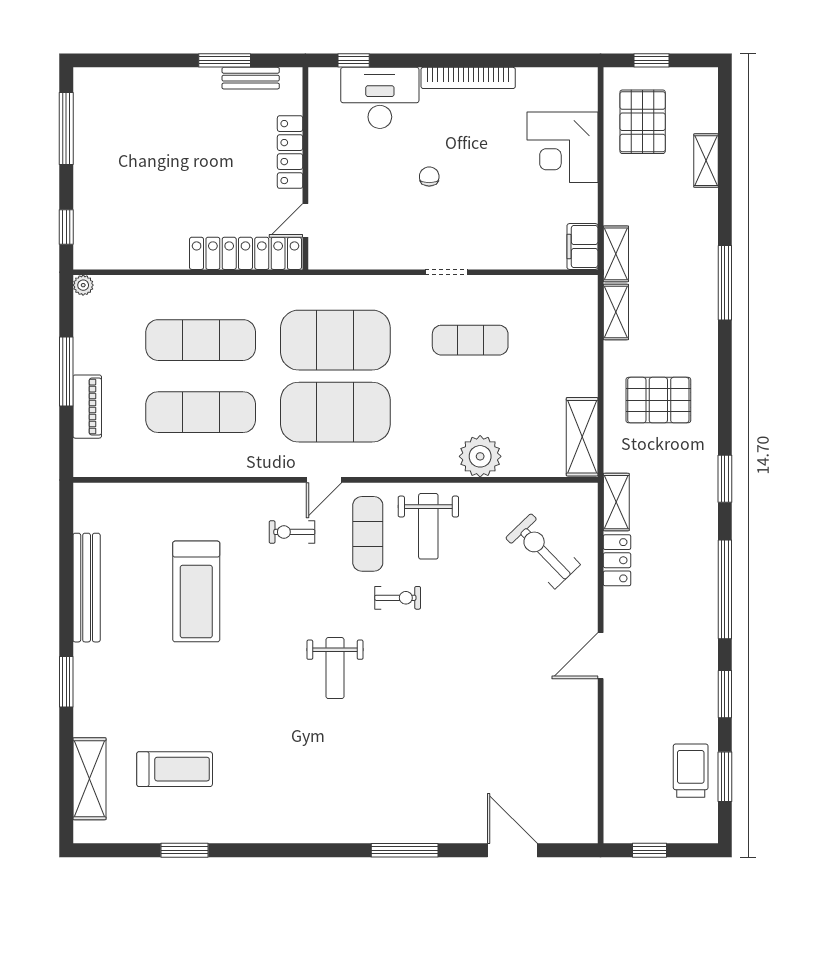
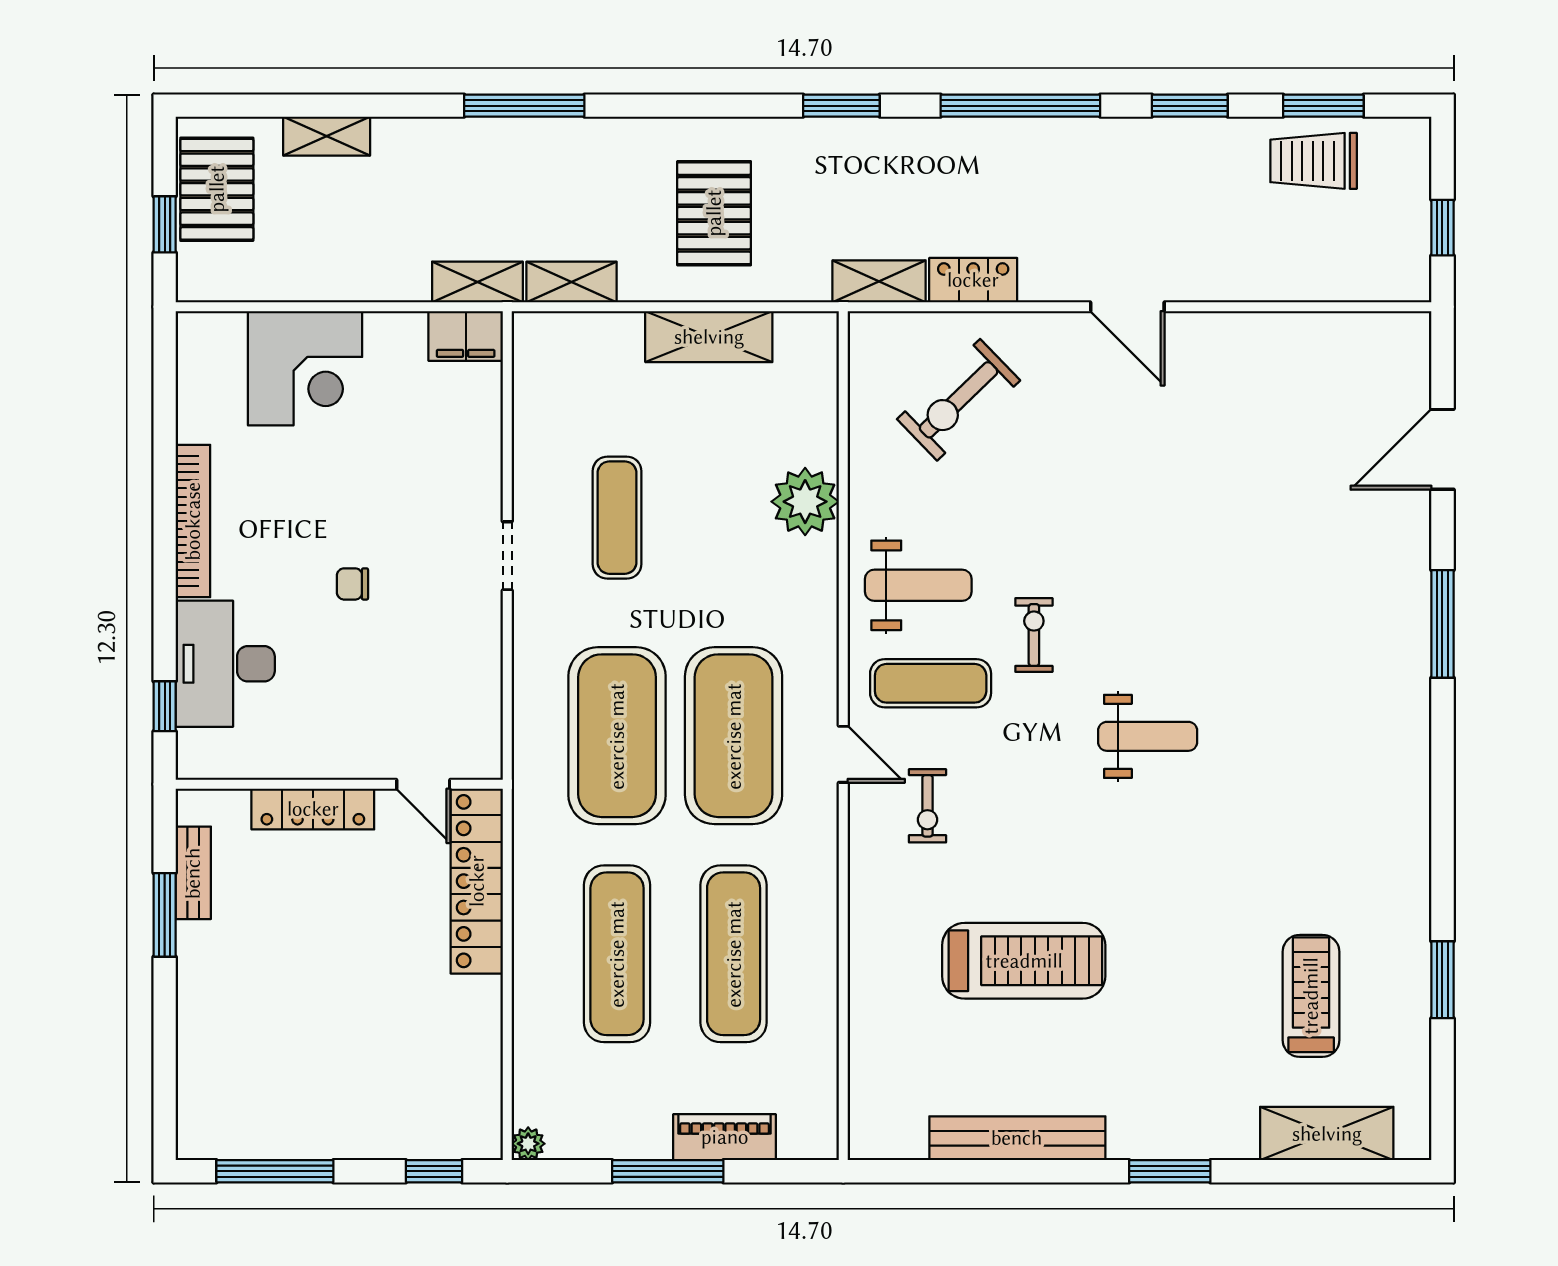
pallet: (643, 122) -> (217, 189), moved, turned 90
shelving: (582, 437) -> (709, 337), moved

